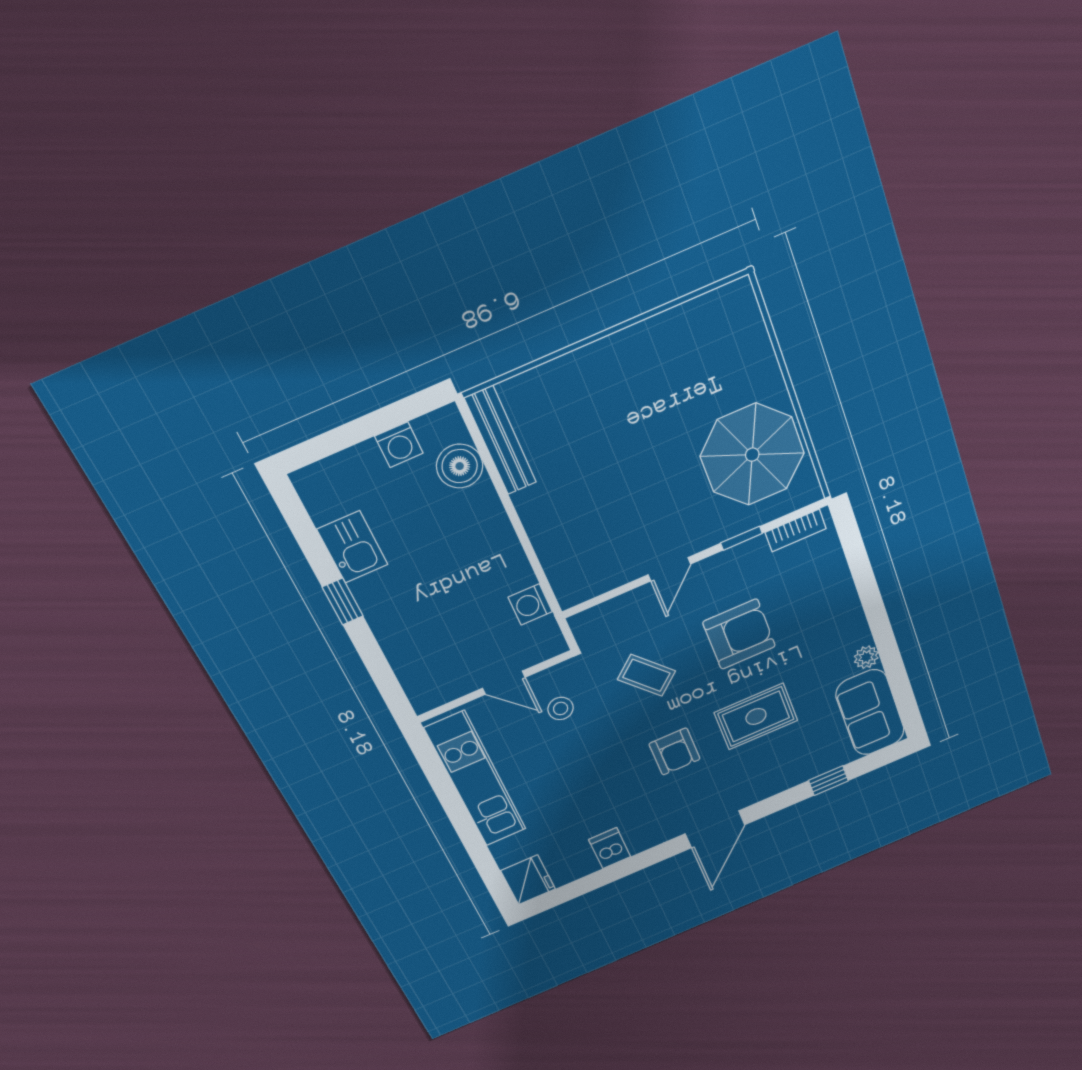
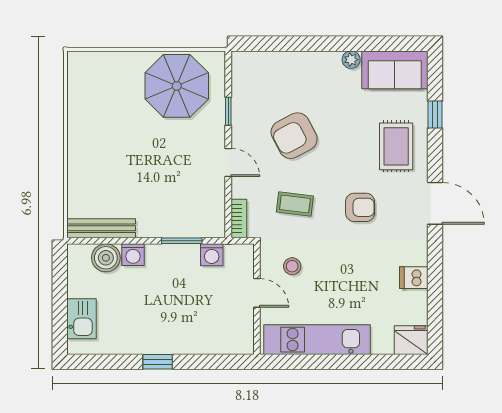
washing machine: (399, 445) -> (133, 255), moved, turned 90
bookcase: (796, 530) -> (239, 219), moved
kitchen sink: (352, 547) -> (82, 319), moved, turned 90
window: (532, 557) -> (182, 241), added
armchair: (739, 634) -> (294, 136), turned -118
coffee table: (646, 675) -> (295, 204), turned 49
door: (504, 683) -> (257, 293), hinge flipped
rug: (756, 716) -> (396, 146), moved

